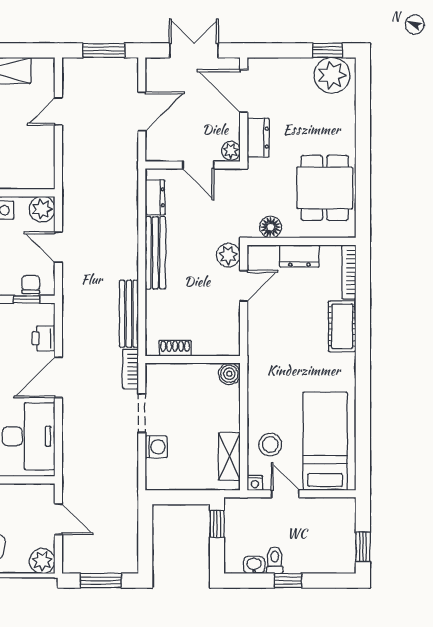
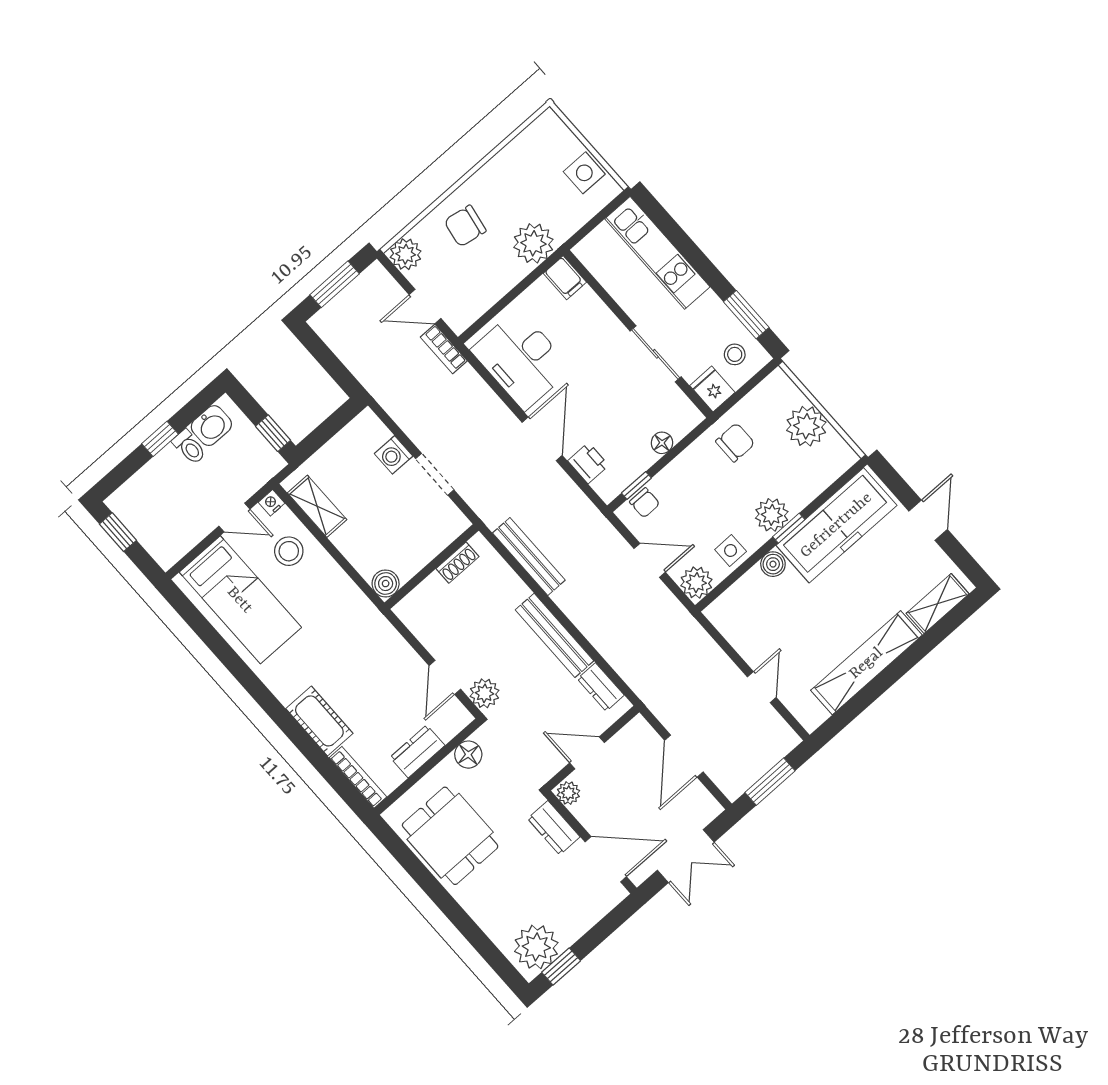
bookcase: (130, 369) -> (444, 349), moved, turned 180
washbasin: (254, 565) -> (211, 426), width x1.38, depth x1.45

